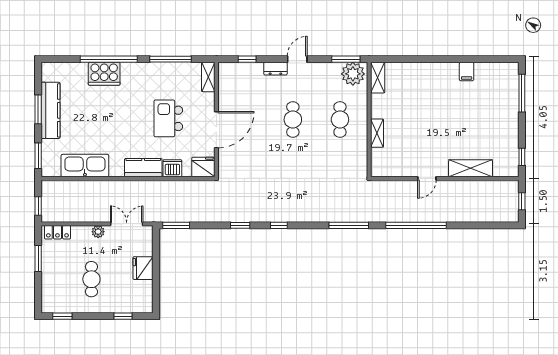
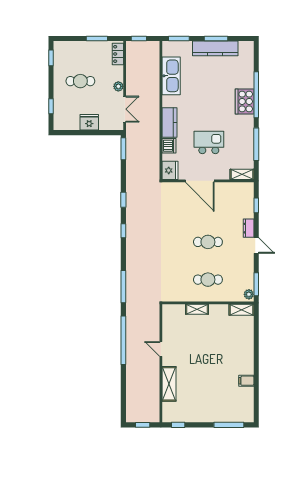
cooker: (104, 74) -> (245, 101), moved
plant: (353, 74) -> (249, 294), width x0.53, depth x0.53

